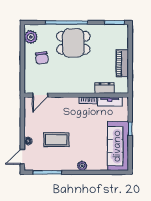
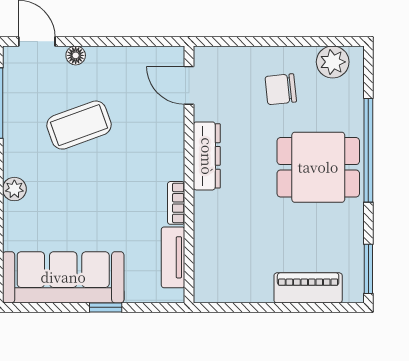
dining table: (73, 43) -> (318, 167), turned 90
piano: (122, 63) -> (308, 288), moved
dresser: (105, 88) -> (207, 156), moved, width x1.44
coffee table: (56, 140) -> (79, 125), turned 70

